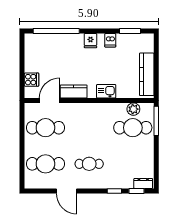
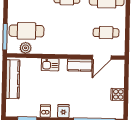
cooker: (31, 80) -> (117, 94), moved
cafe table: (45, 128) -> (106, 33), width x0.73, depth x0.74

